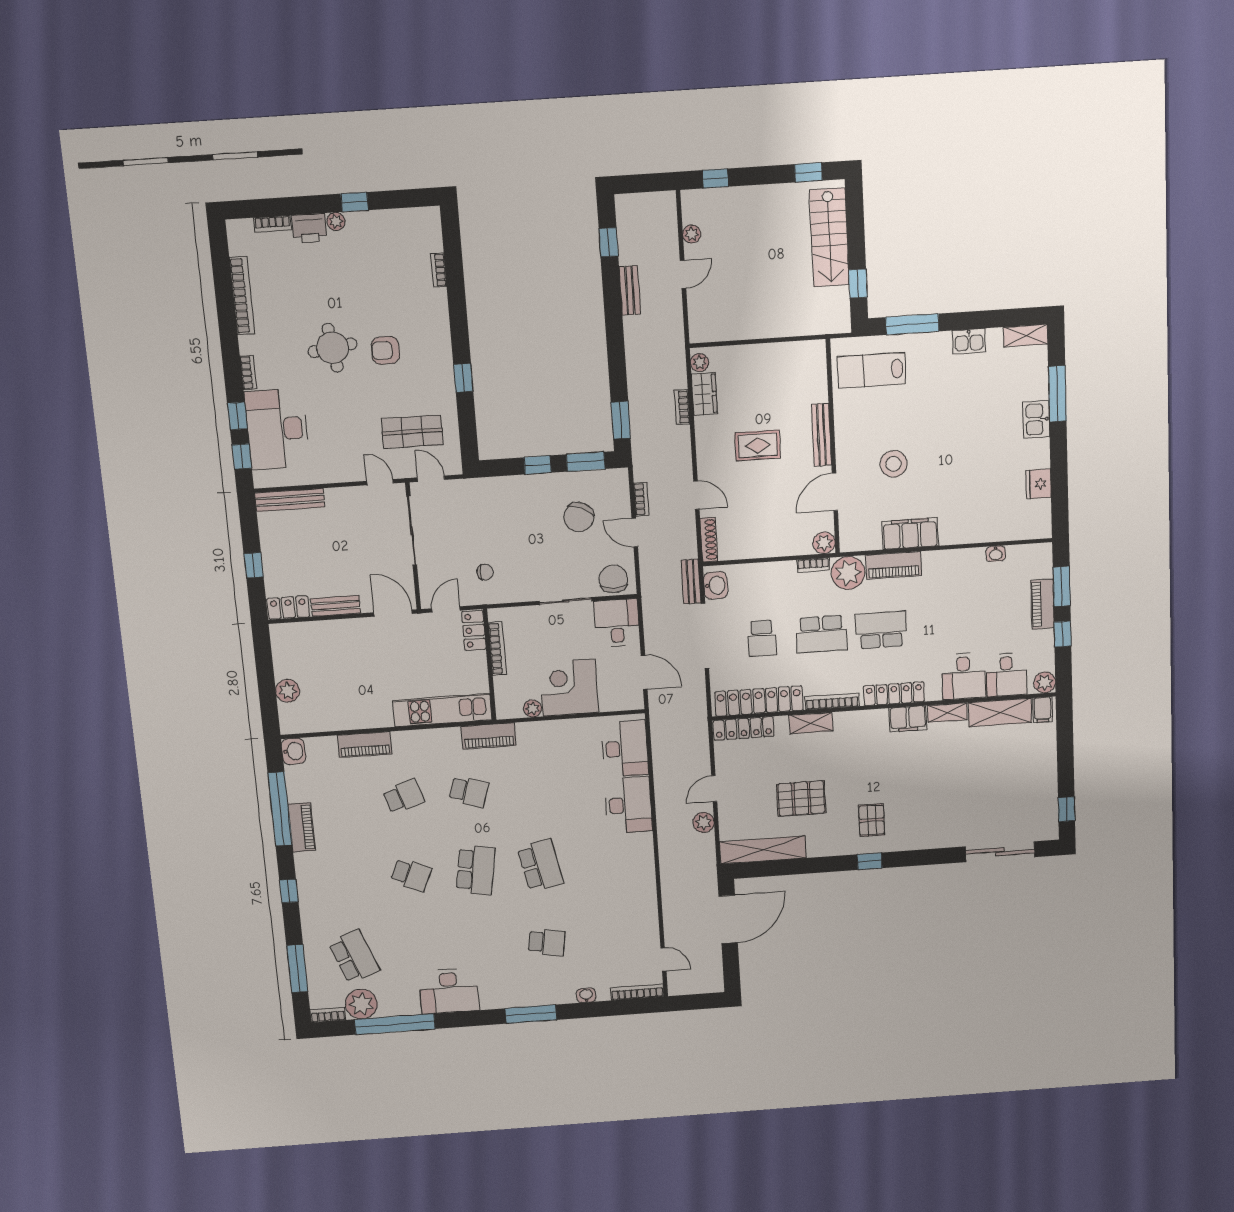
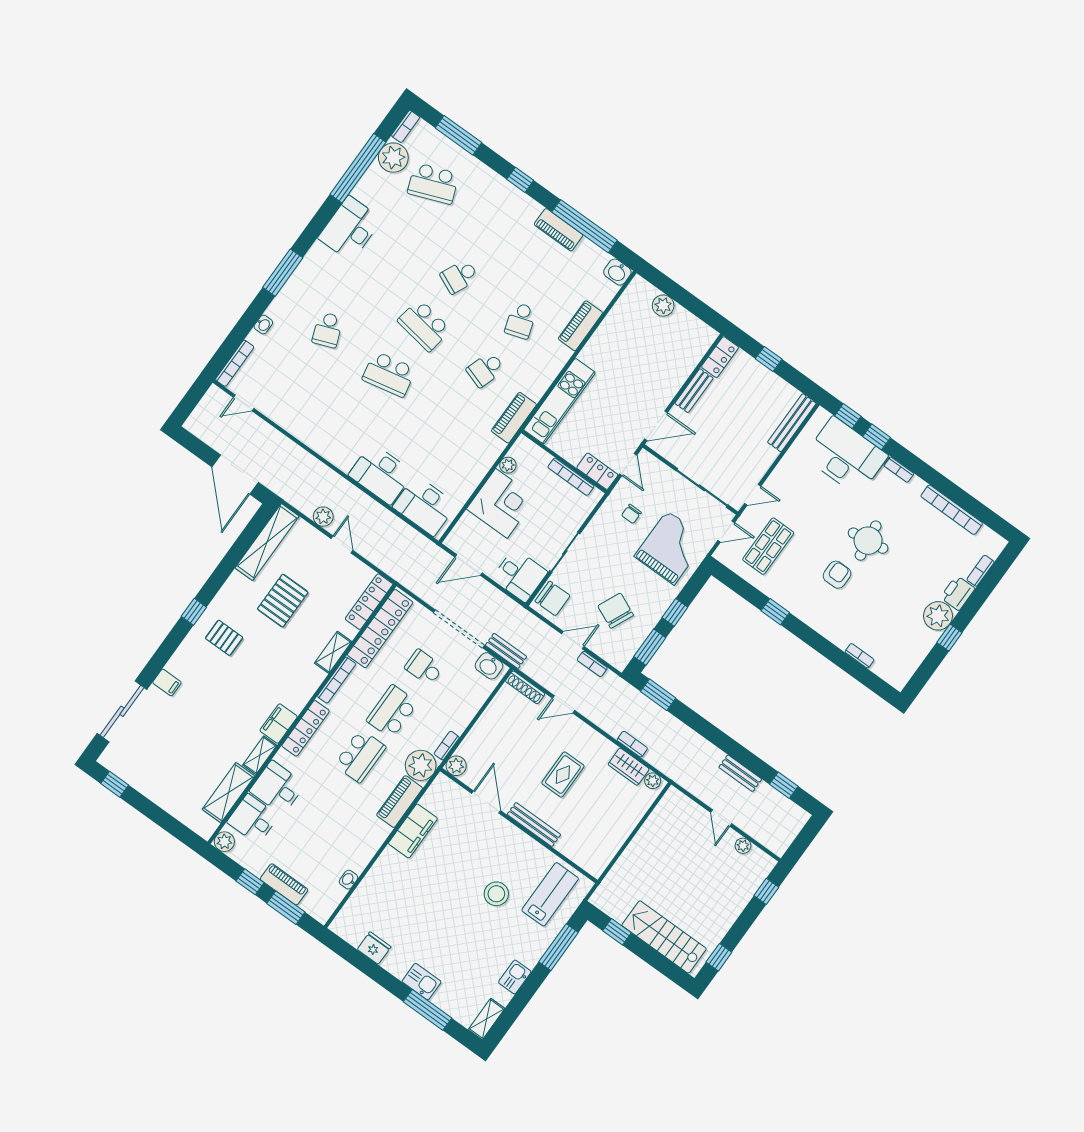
plant: (336, 221) -> (938, 616), width x1.88, depth x1.88
stool: (894, 464) -> (496, 894), moved
grand piano: (485, 515) -> (671, 548), added
filing cabinet: (1043, 710) -> (167, 682), moved, turned 180
school desk: (547, 942) -> (328, 330), turned -30

